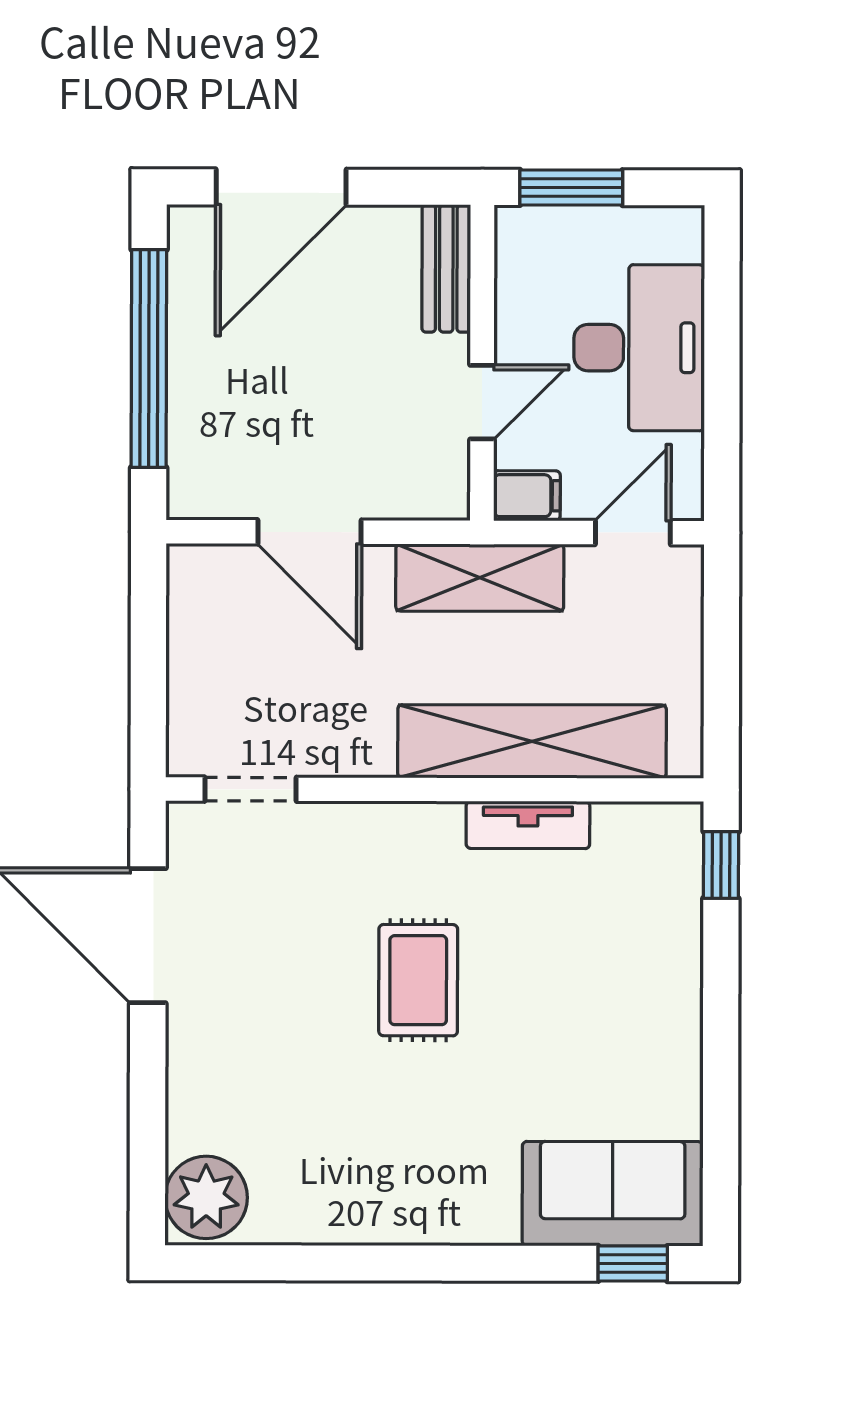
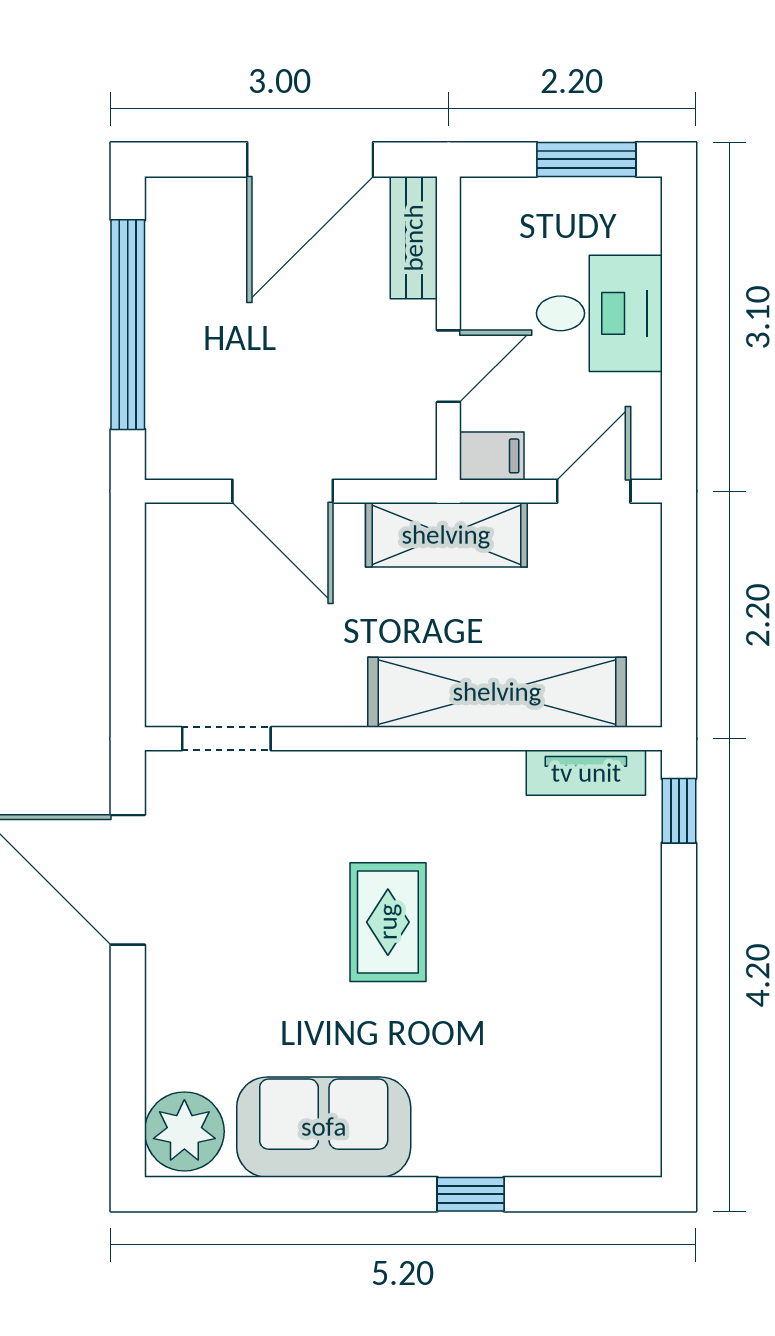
door: (281, 187) -> (310, 159), moved
window: (571, 188) -> (586, 159), moved
desk: (639, 348) -> (599, 313), width x0.73
tv unit: (528, 825) -> (586, 773), moved
sofa: (613, 1194) -> (324, 1127), moved
window: (633, 1263) -> (471, 1194), moved

